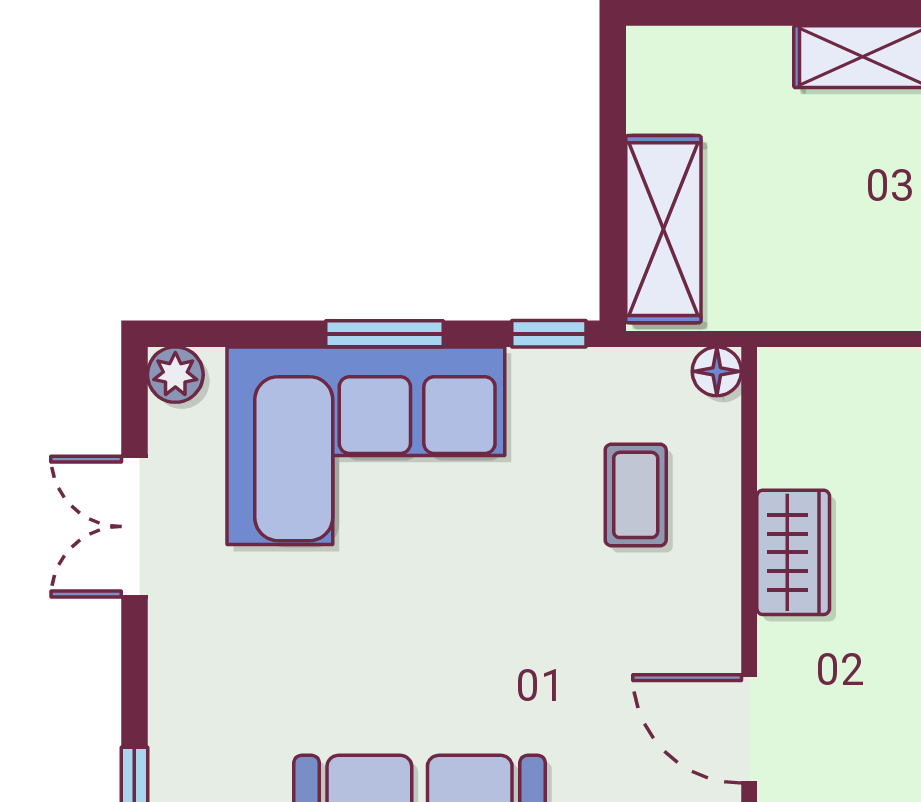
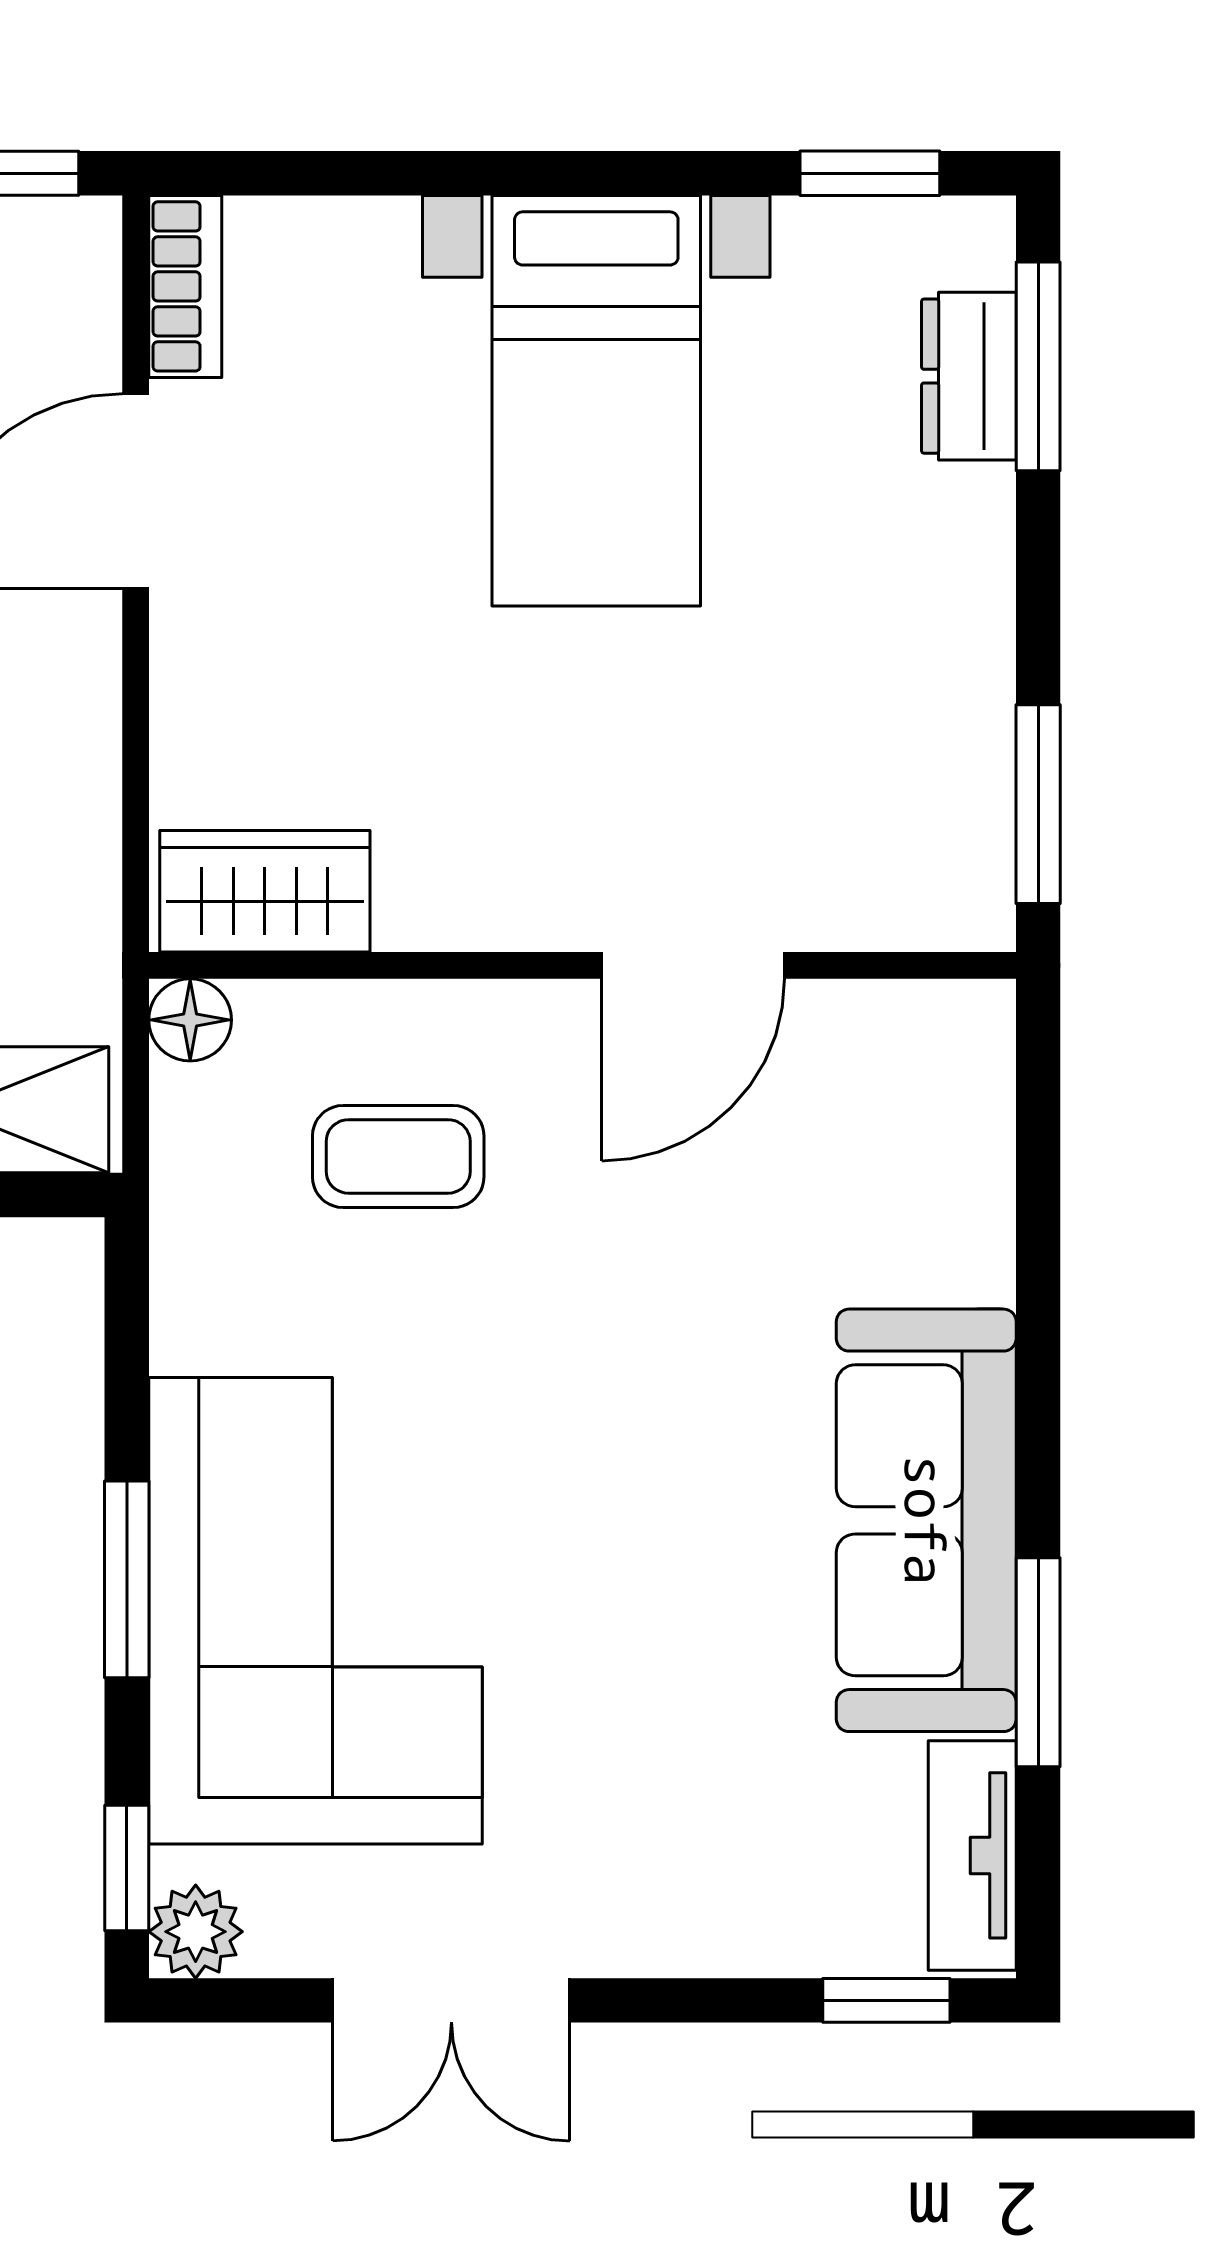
window: (549, 334) -> (127, 1868), moved
wardrobe: (793, 552) -> (265, 891), moved
door: (749, 729) -> (693, 965), moved

